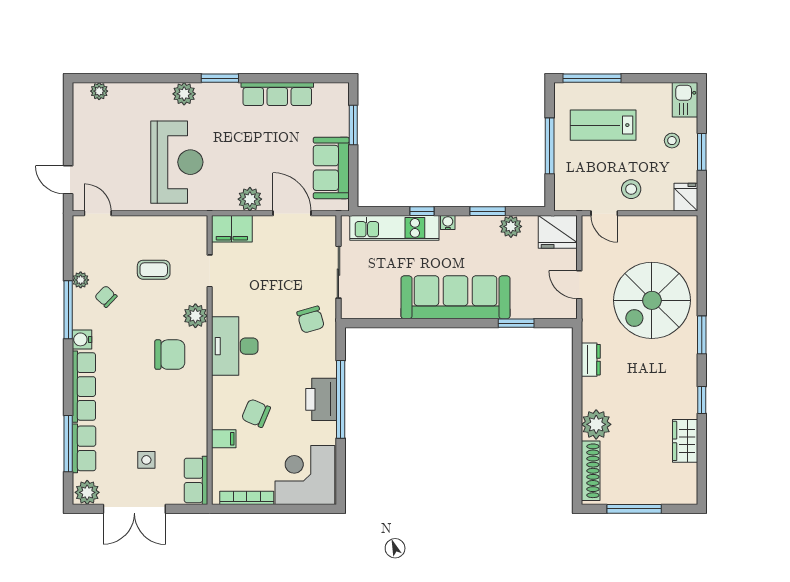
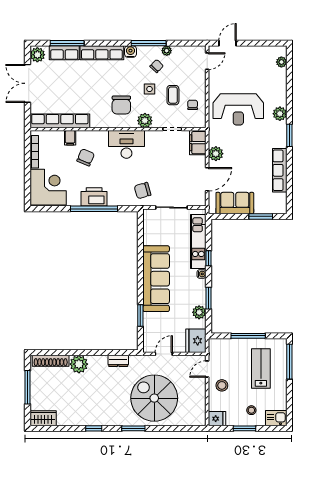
chair: (170, 237) -> (193, 105), added
wardrobe: (685, 441) -> (43, 418), moved
side table: (146, 460) -> (149, 89), moved
row of seats: (196, 480) -> (60, 121), width x2.02

